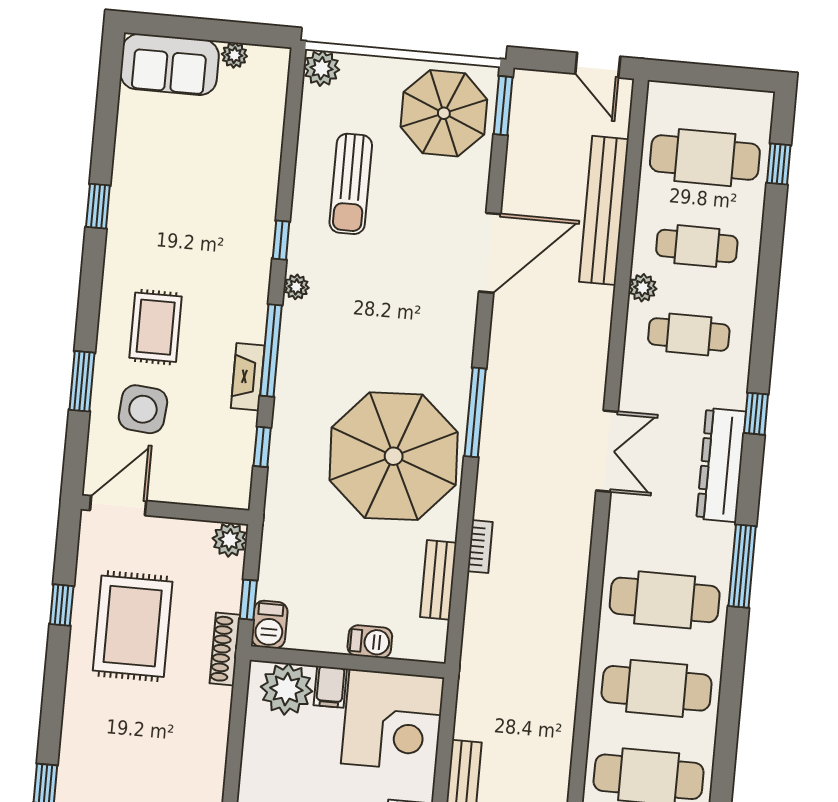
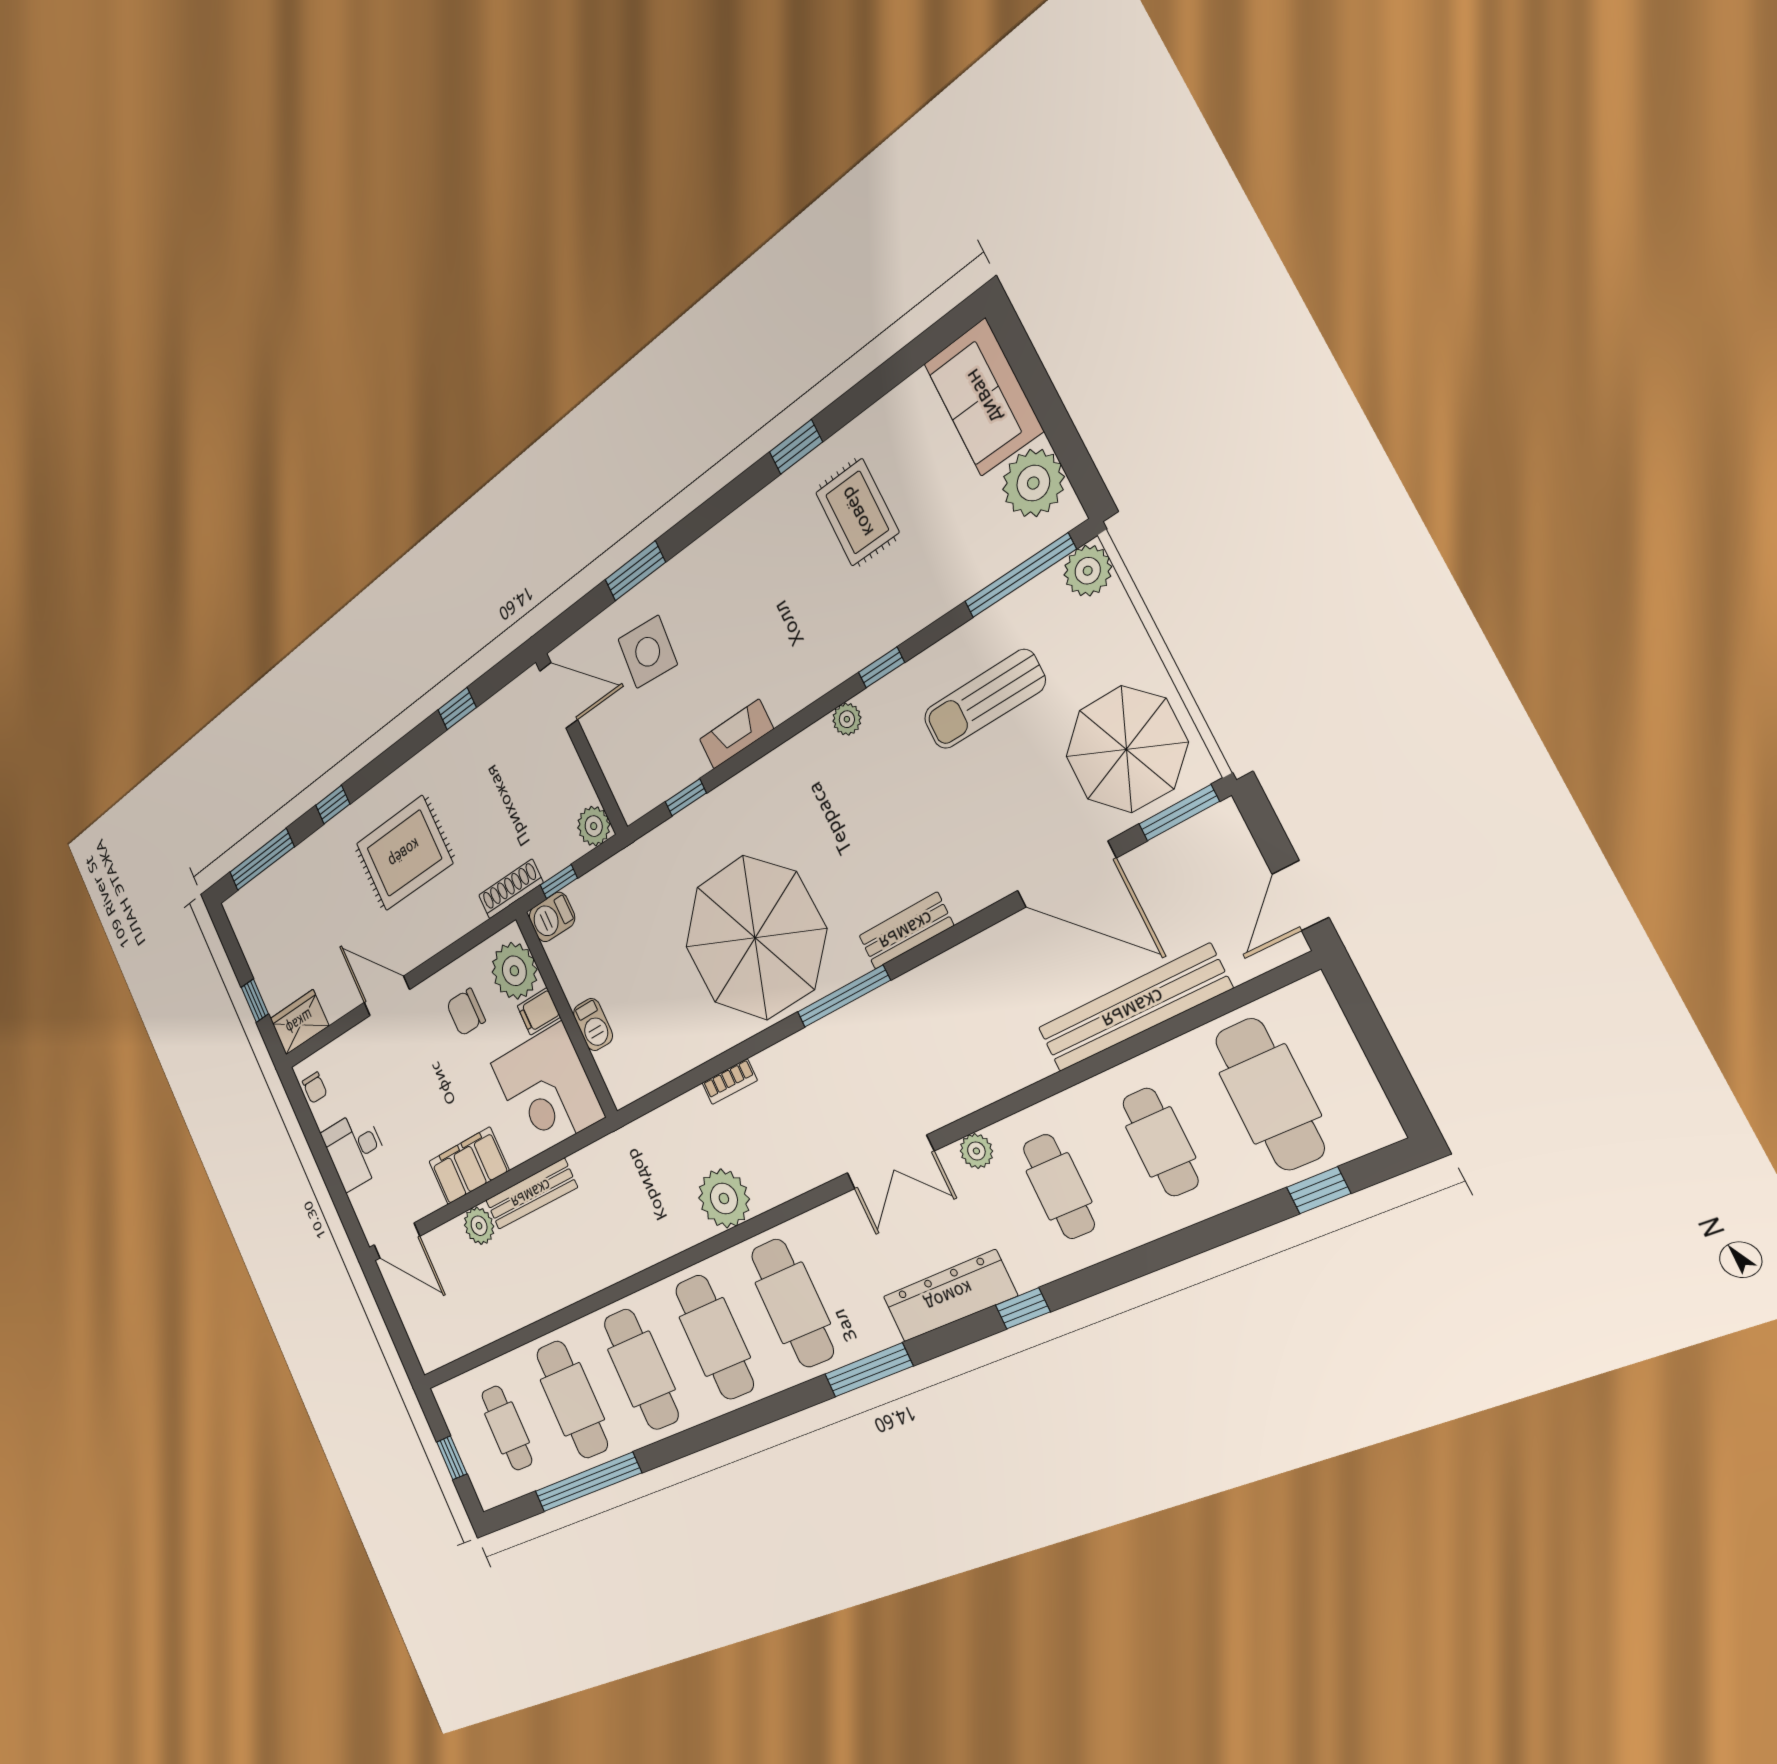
plant: (234, 55) -> (1033, 483), width x1.87, depth x1.87
door: (490, 253) -> (1066, 874), moved
plant: (643, 288) -> (976, 1151), moved
rug: (156, 327) -> (857, 512), moved, turned 90
window: (271, 350) -> (1020, 576), moved
bench: (438, 580) -> (906, 931), moved
plant: (560, 609) -> (724, 1198), added
rug: (133, 626) -> (404, 853), moved
chair: (288, 761) -> (466, 1012), added

